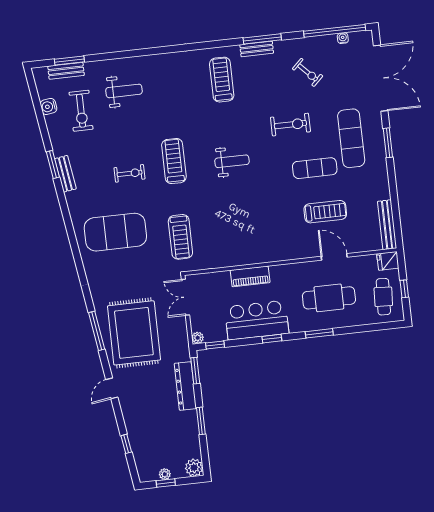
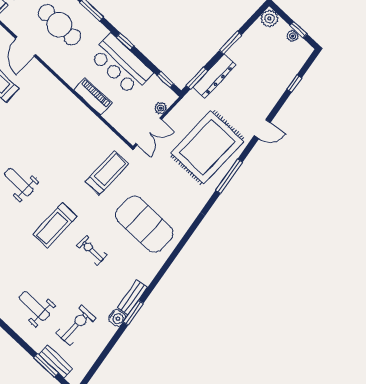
water cooler: (49, 106) -> (117, 318), moved
plant: (198, 338) -> (161, 108), moved

